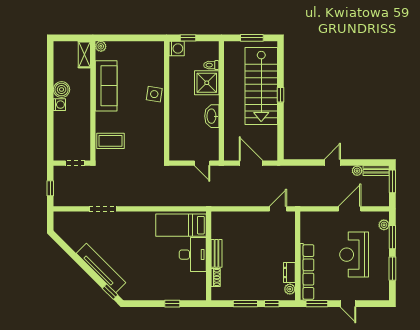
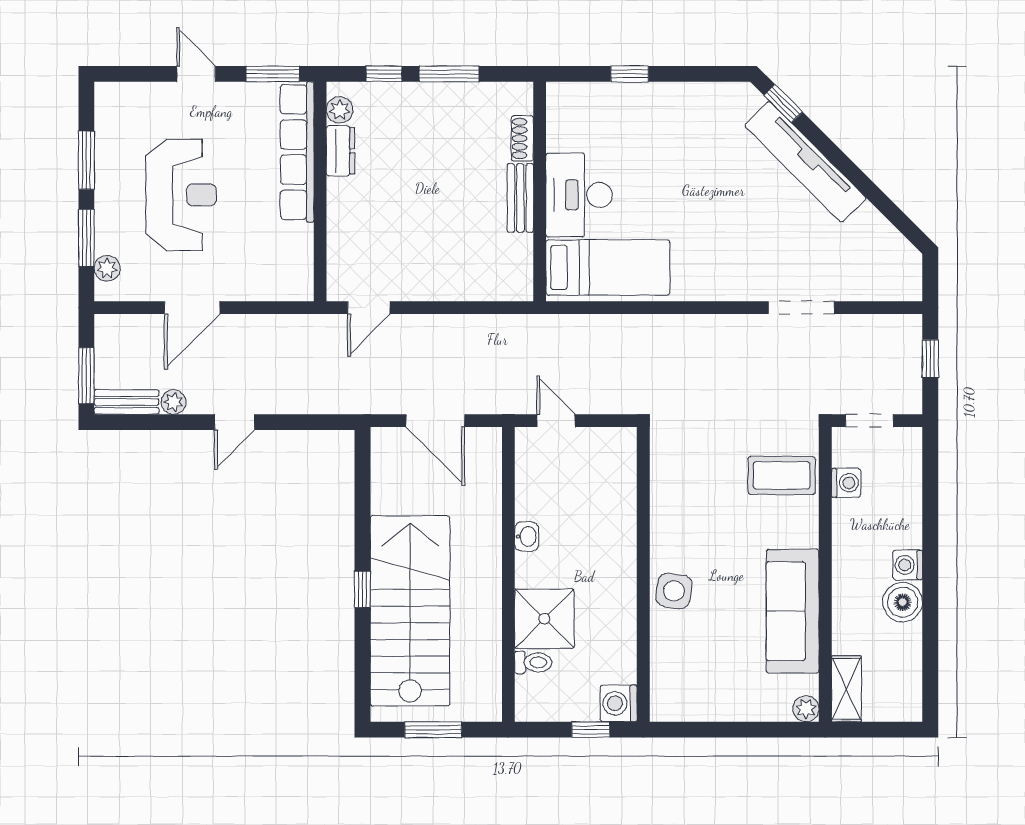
washbasin: (212, 116) -> (527, 536), width x0.52, depth x0.69
washing machine: (84, 138) -> (846, 483), added

